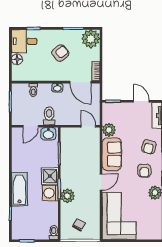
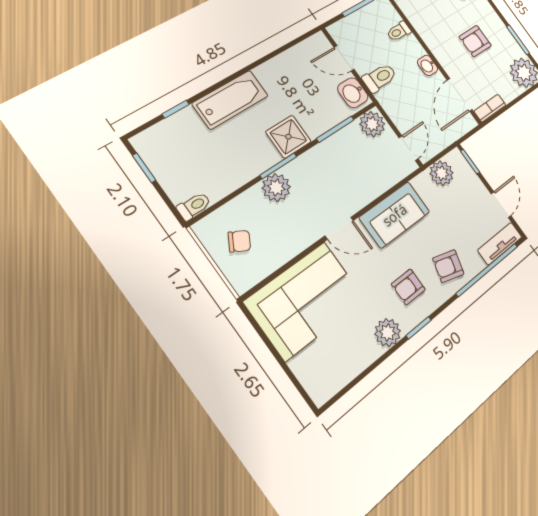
armchair: (60, 53) -> (475, 41), turned 129
plant: (109, 130) -> (441, 173), moved
plant: (67, 135) -> (372, 124), added
washing machine: (50, 193) -> (260, 155), removed

